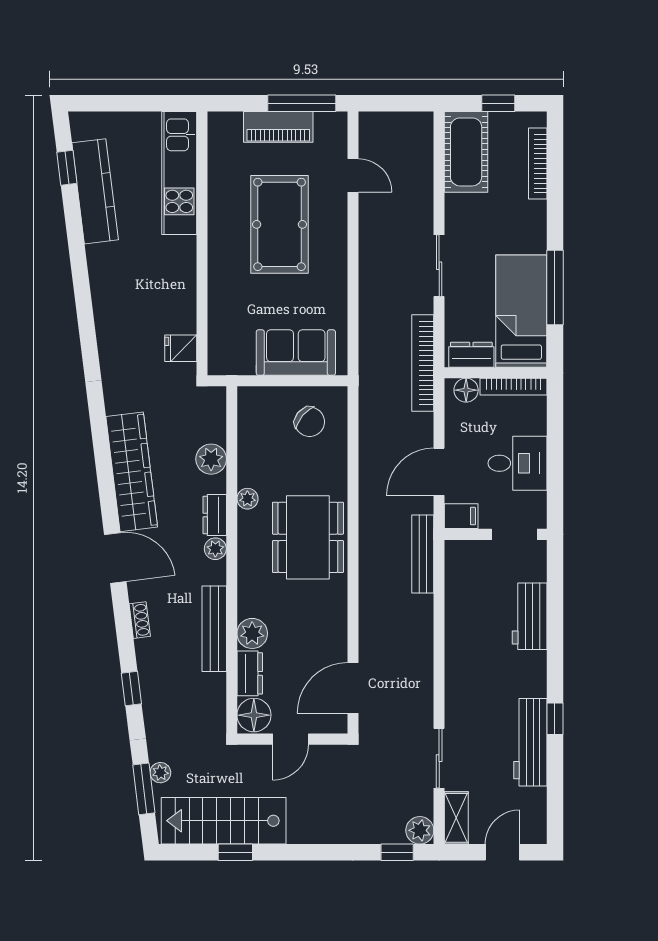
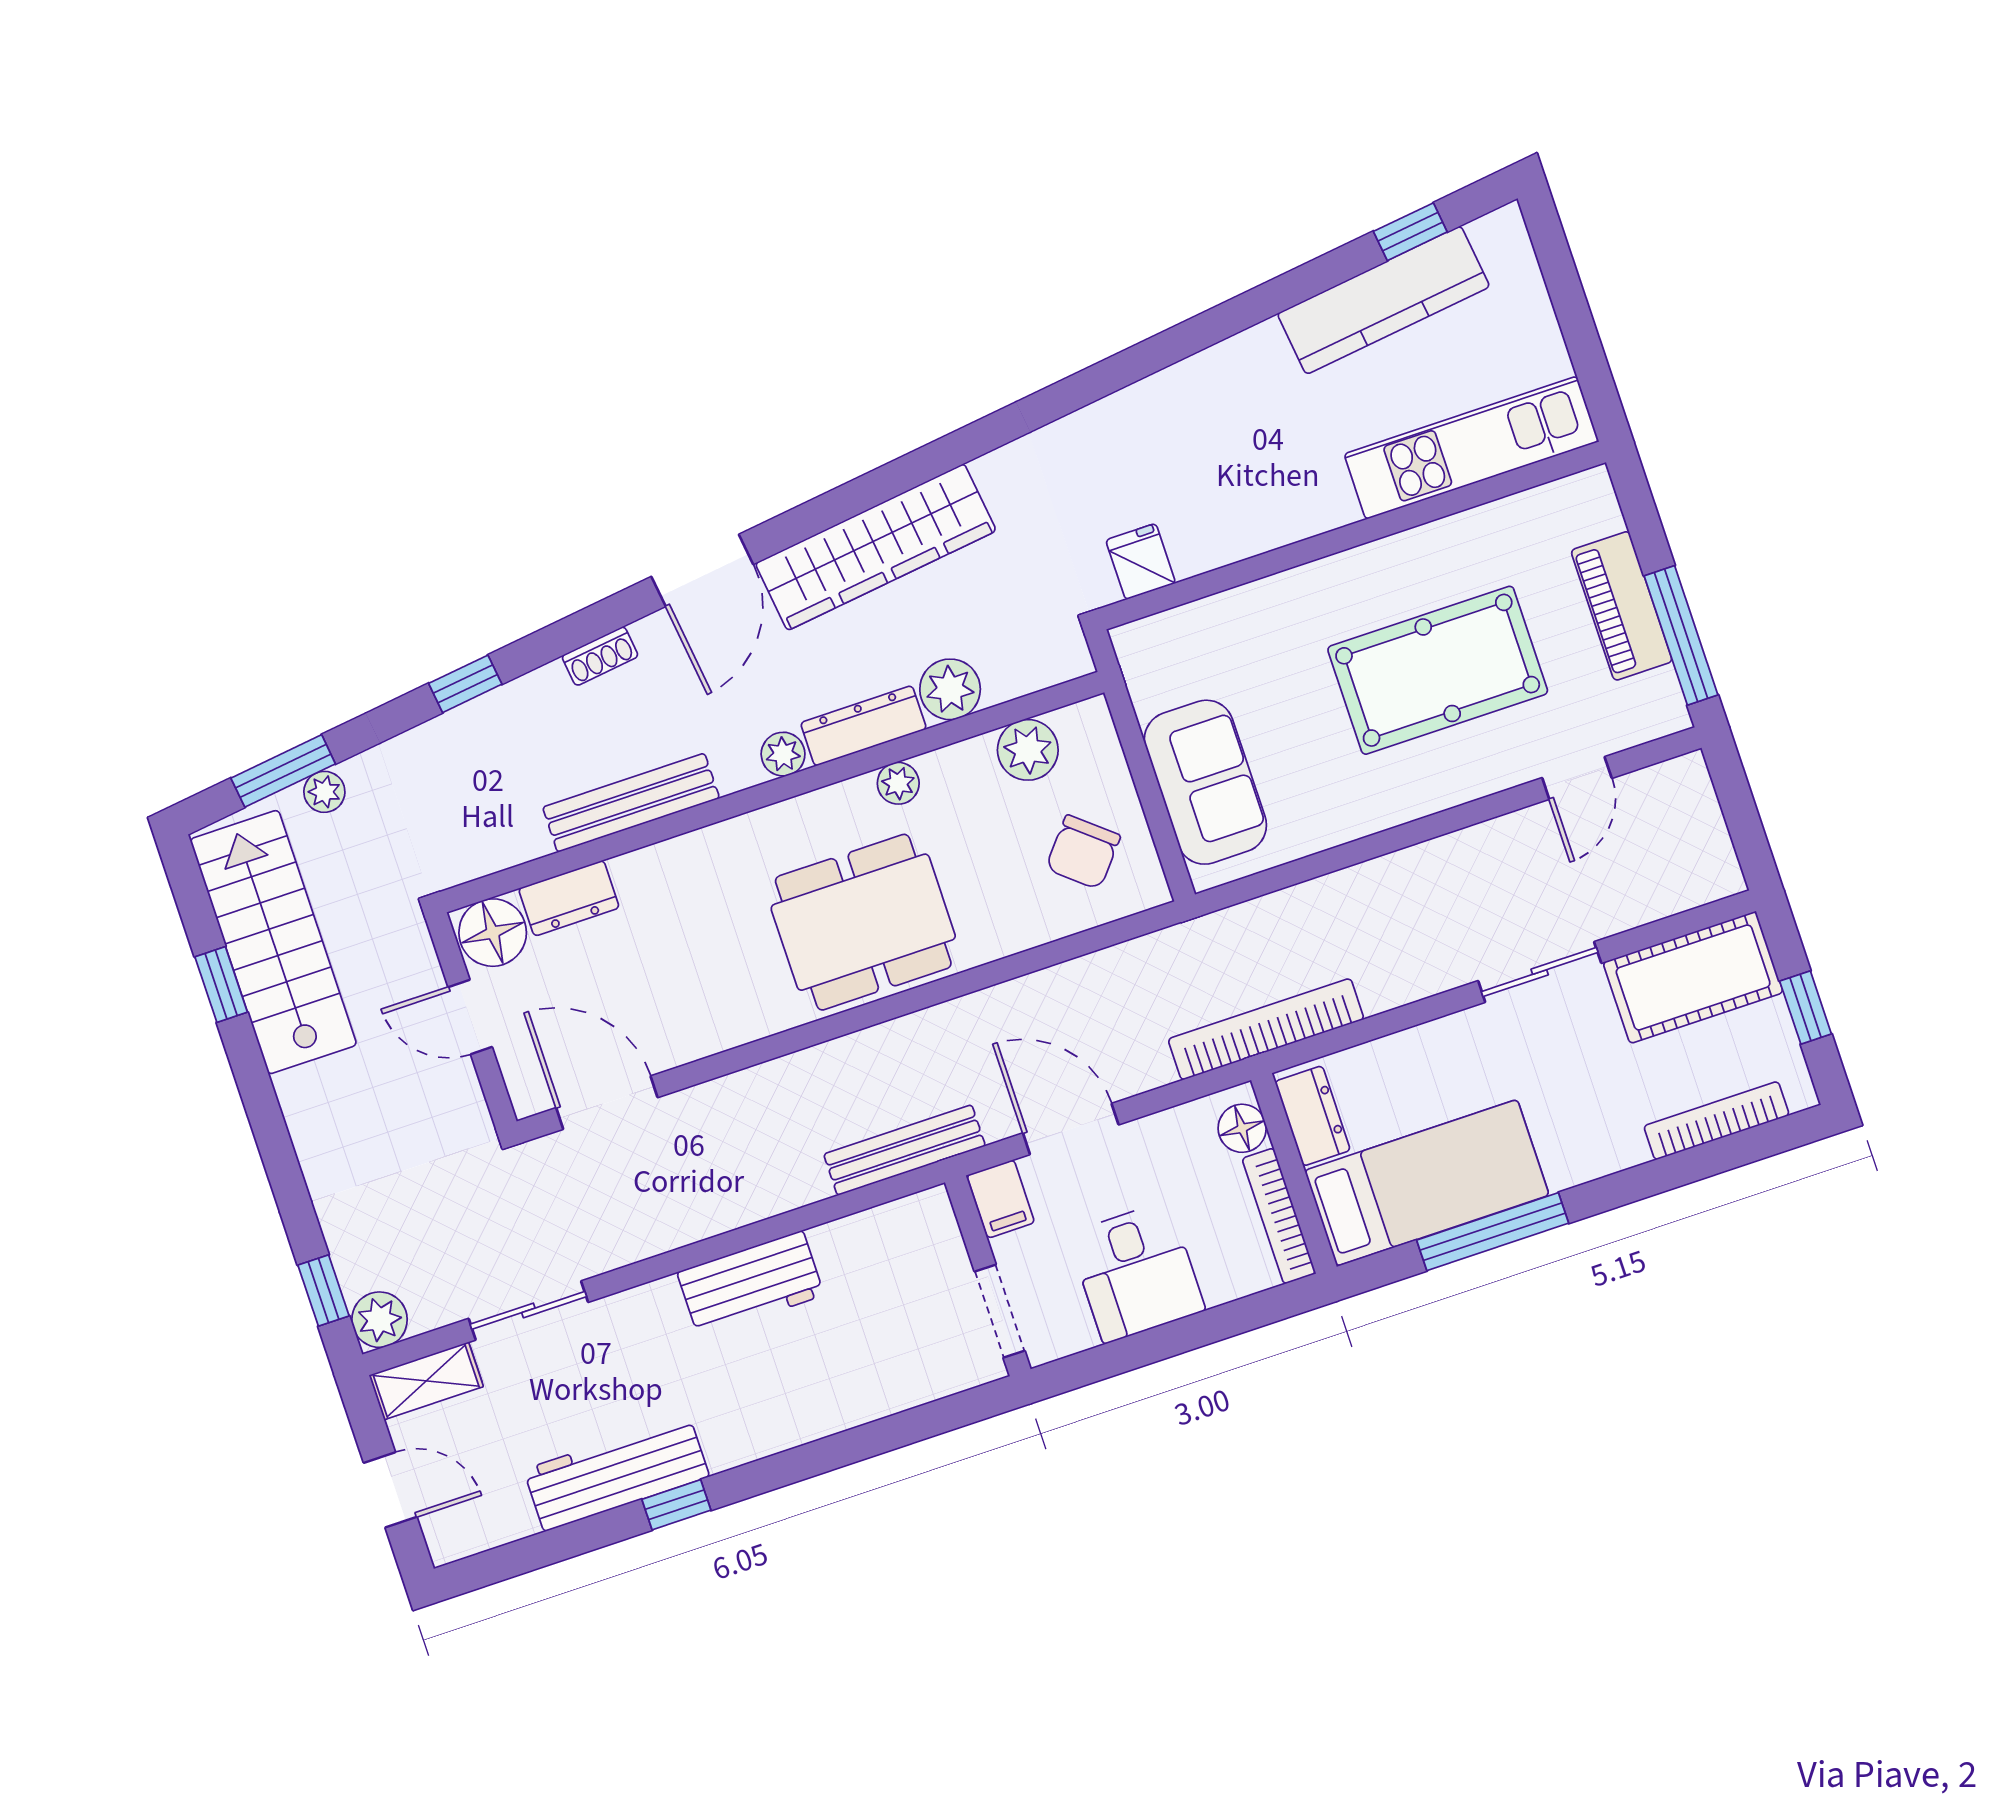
sliding door: (439, 266) -> (1540, 972), moved
dresser: (215, 515) -> (863, 726), width x1.44
workbench: (530, 616) -> (751, 1284), moved, turned 180
plant: (252, 633) -> (1028, 750), moved

